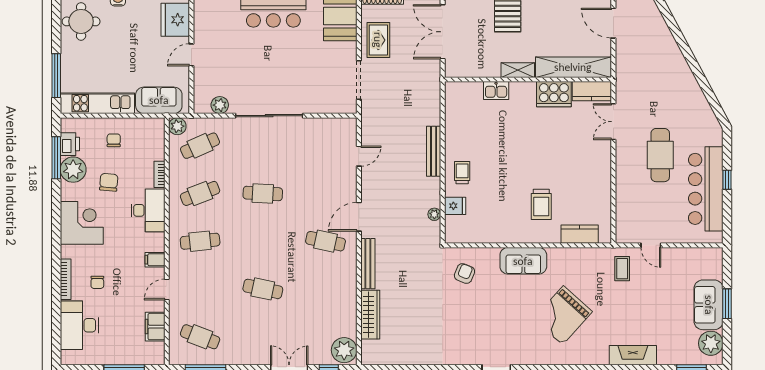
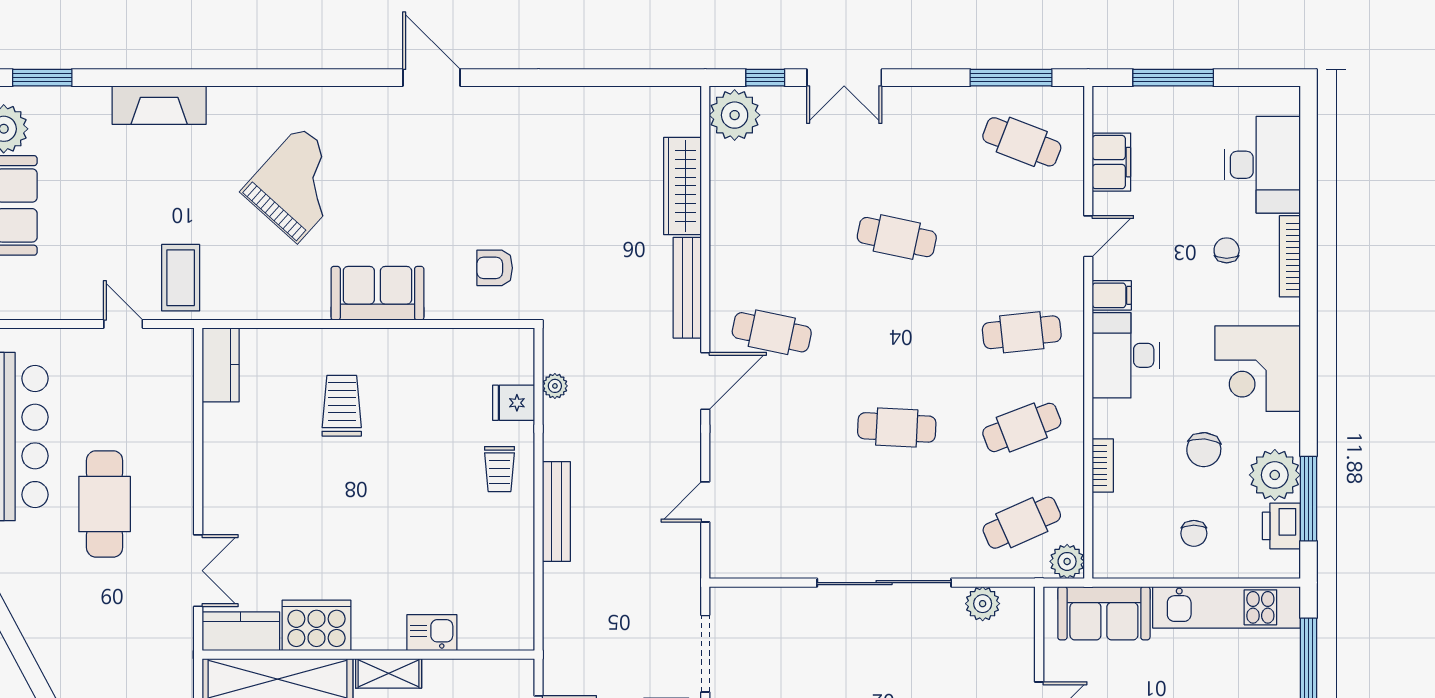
desk: (148, 210) -> (1126, 355), moved
kitchen counter: (580, 234) -> (221, 365), moved, turned -90
coffee table: (622, 269) -> (181, 278), width x1.36, depth x1.30
armchair: (464, 274) -> (495, 268), turned 68

